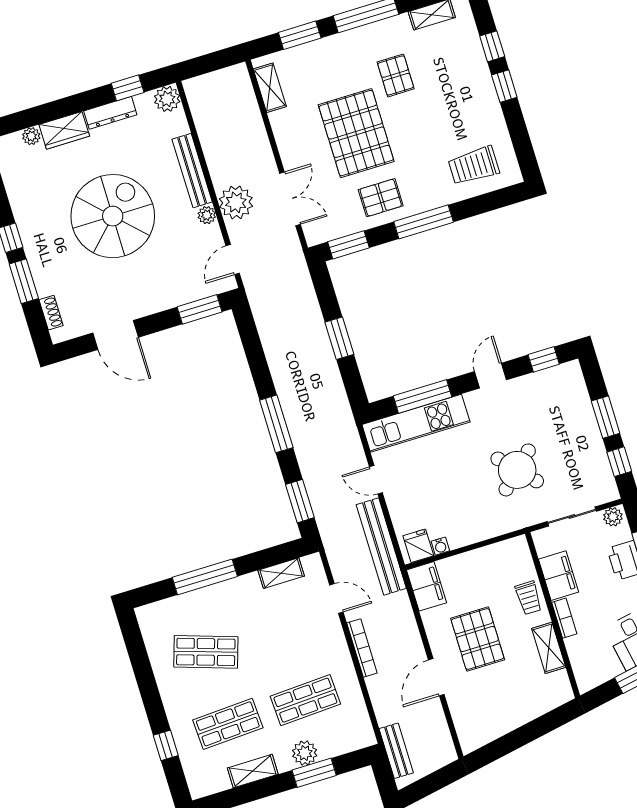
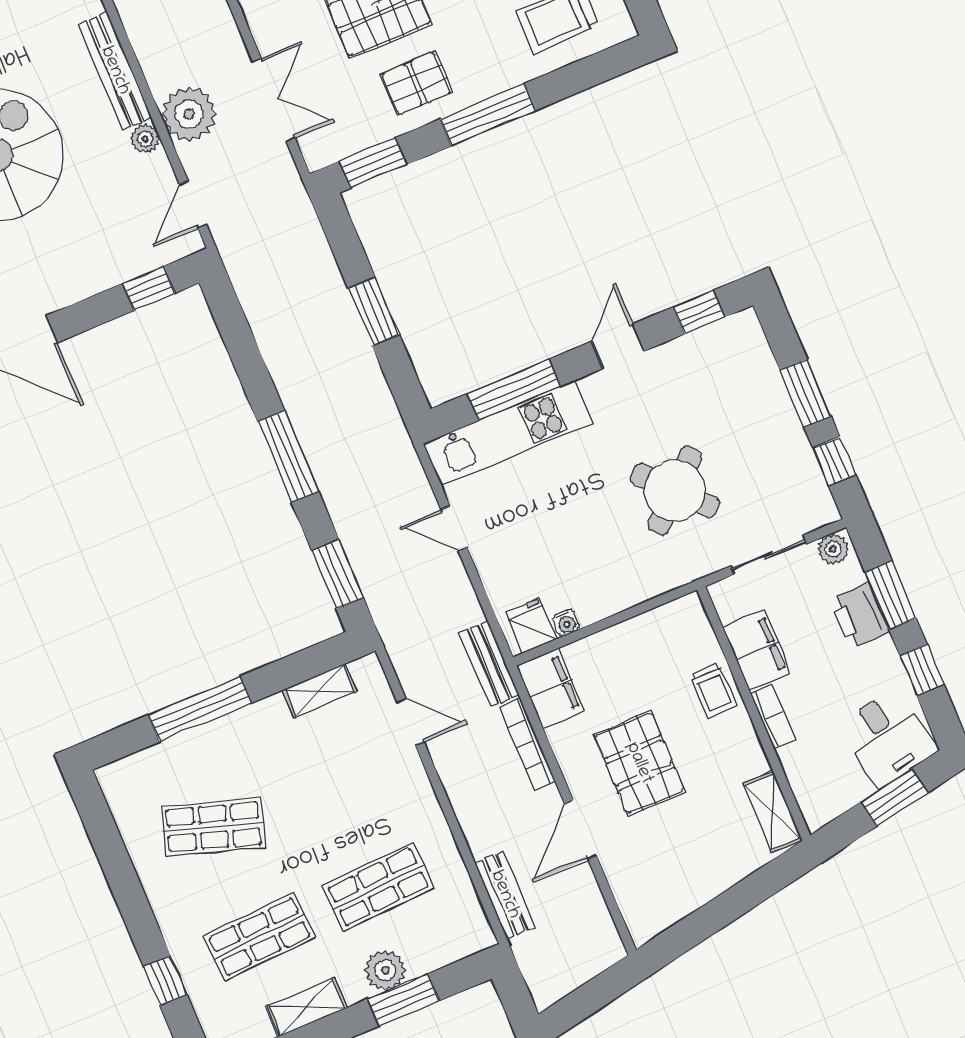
window: (200, 309) -> (149, 288), width x0.67
bench: (381, 547) -> (489, 664), width x0.54, depth x0.82
bookcase: (362, 648) -> (527, 744), moved, turned 180
shelving: (549, 648) -> (772, 812), moved
bench: (396, 751) -> (505, 895), moved

